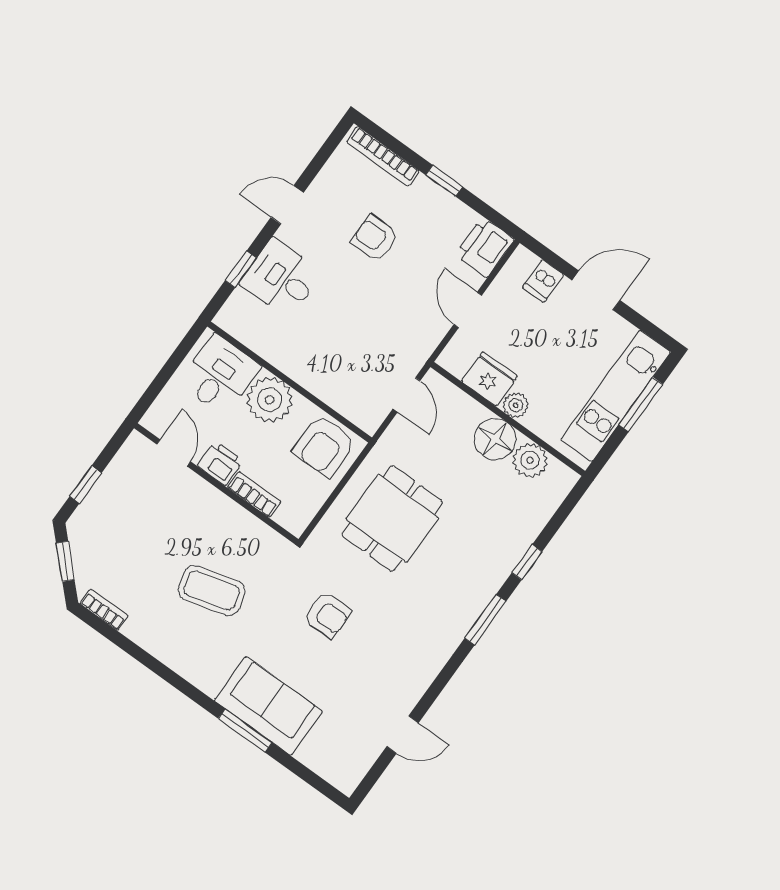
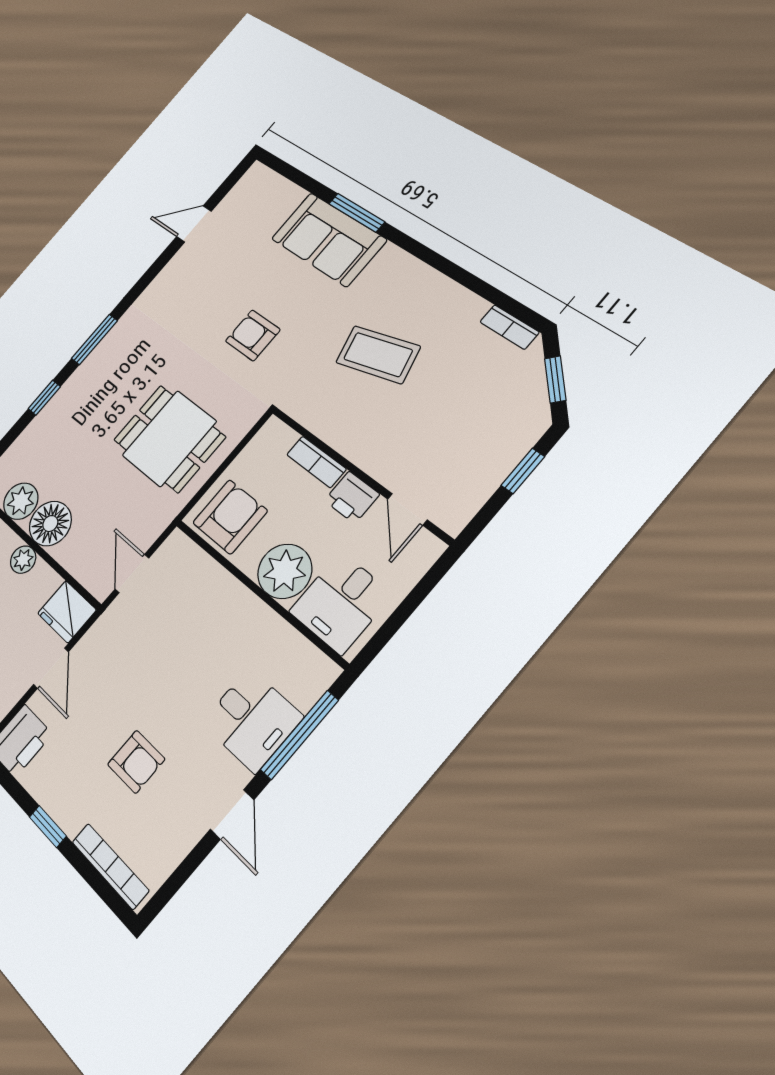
door: (287, 205) -> (232, 815), hinge flipped
window: (241, 269) -> (299, 735), width x2.17
fridge: (489, 379) -> (67, 612), moved
dining table: (392, 518) -> (169, 438), turned 90

